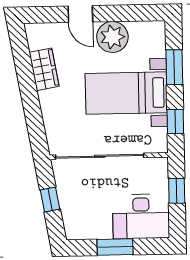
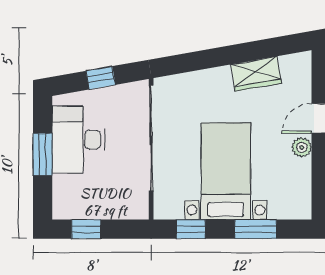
plant: (112, 37) -> (302, 147), width x0.53, depth x0.53
window: (177, 191) -> (86, 229), moved
desk: (141, 216) -> (78, 140), moved

